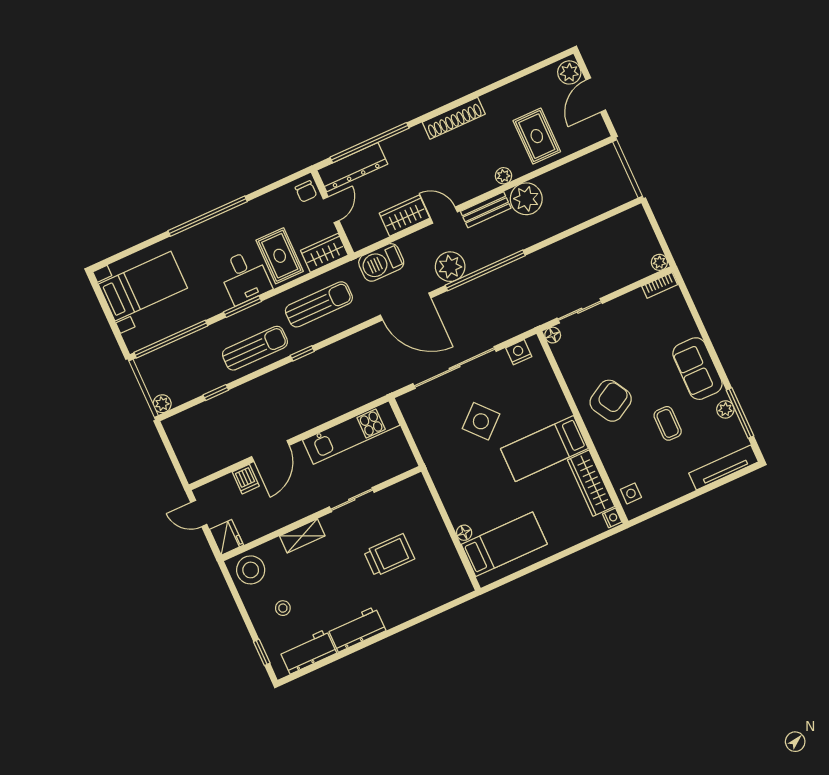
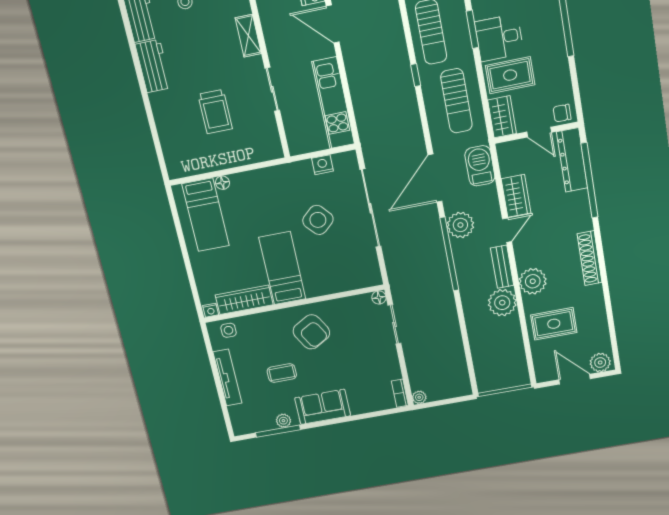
plant: (504, 176) -> (533, 281), width x1.87, depth x1.87
nightstand: (519, 352) -> (322, 165), moved, turned -90
tv unit: (724, 467) -> (227, 378), moved

